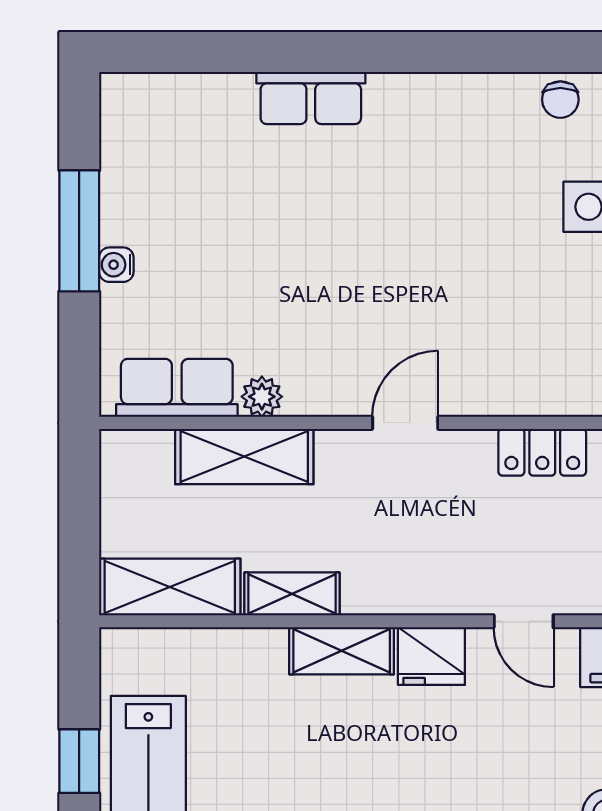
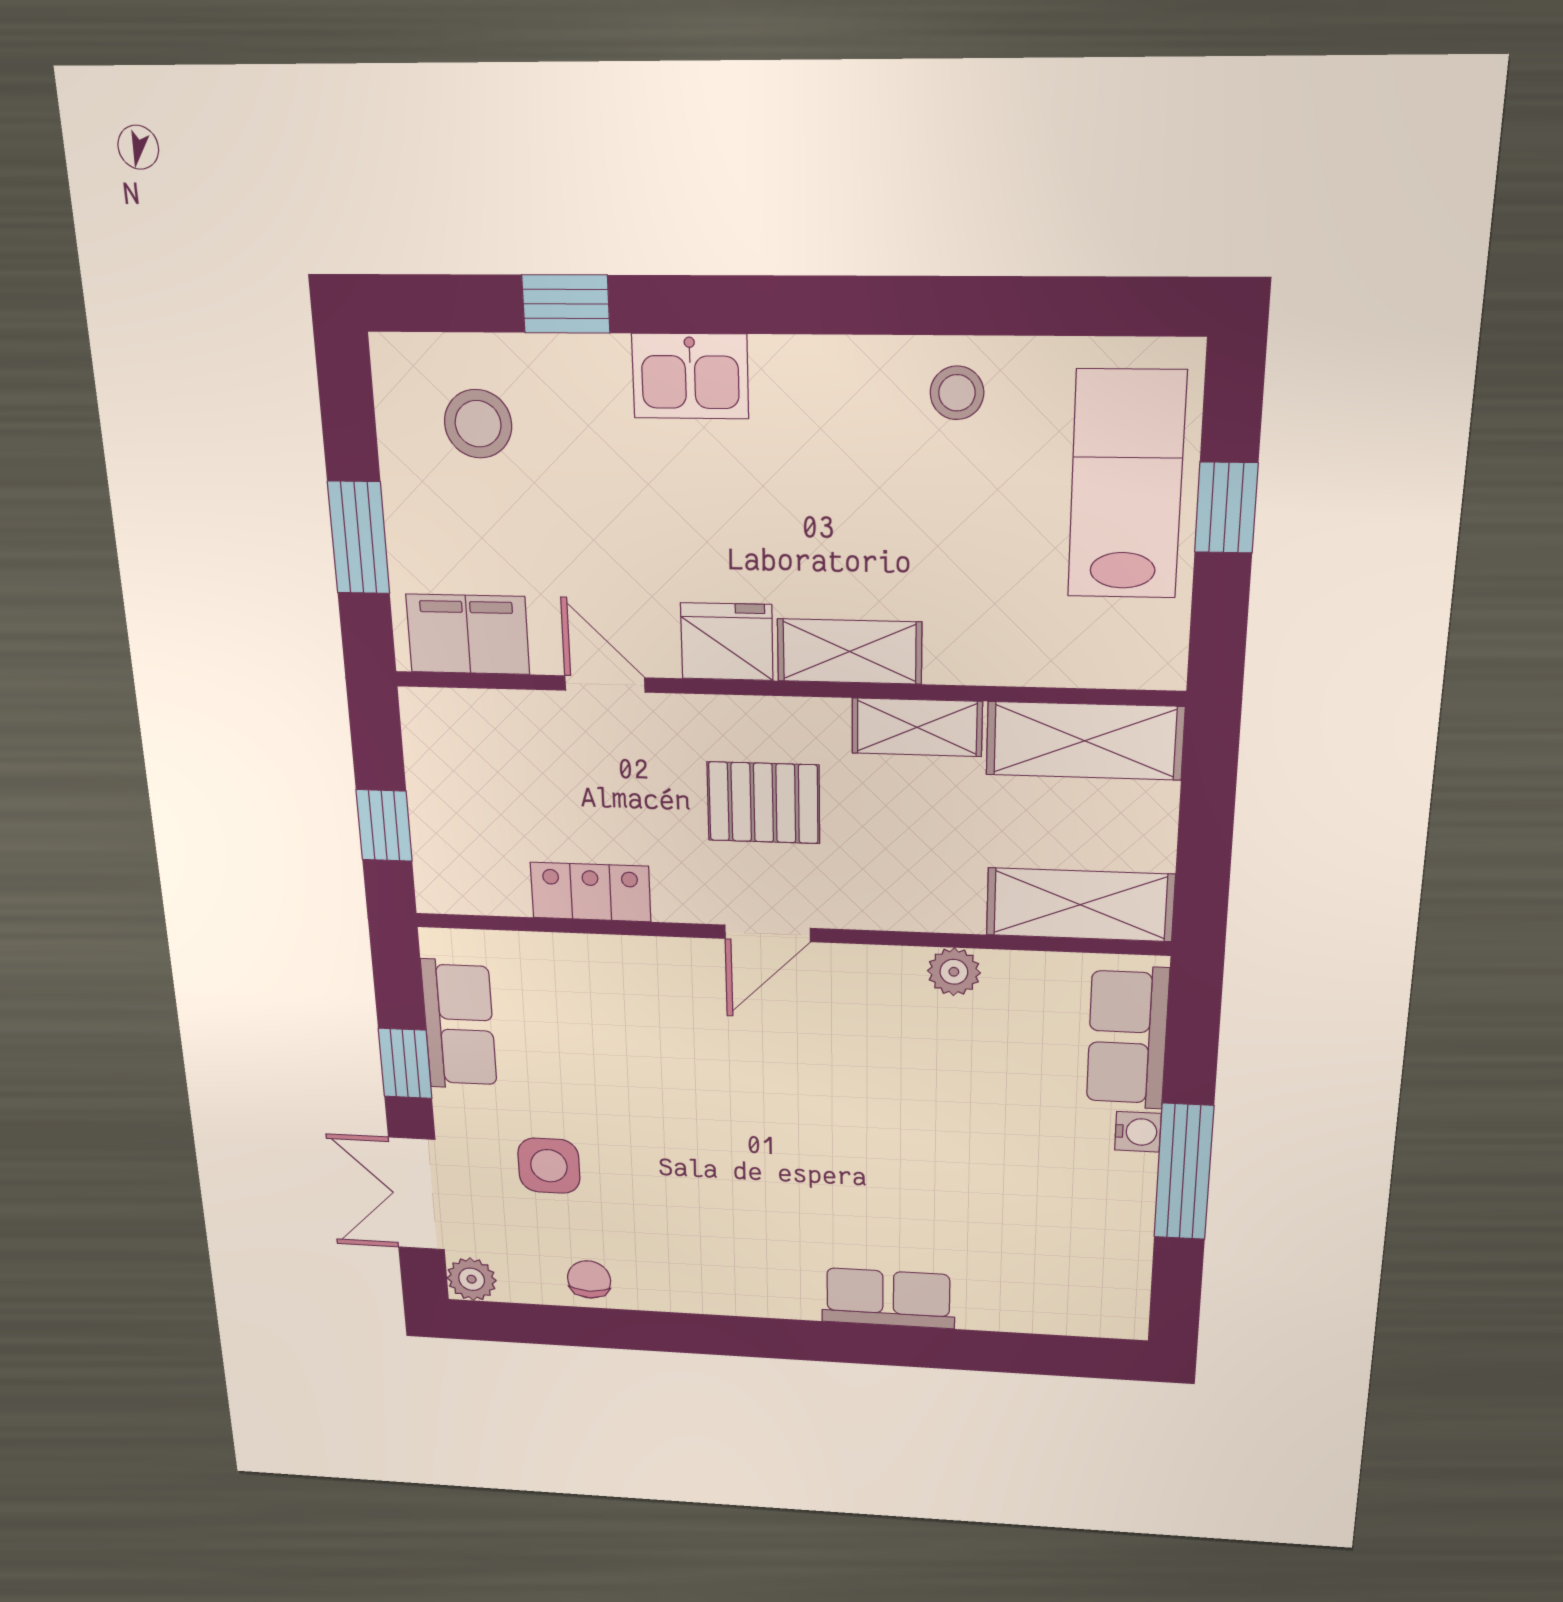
row of seats: (177, 388) -> (1127, 1038), moved, turned 90
shelving: (244, 457) -> (1080, 905), moved
pallet: (407, 531) -> (763, 803), added

